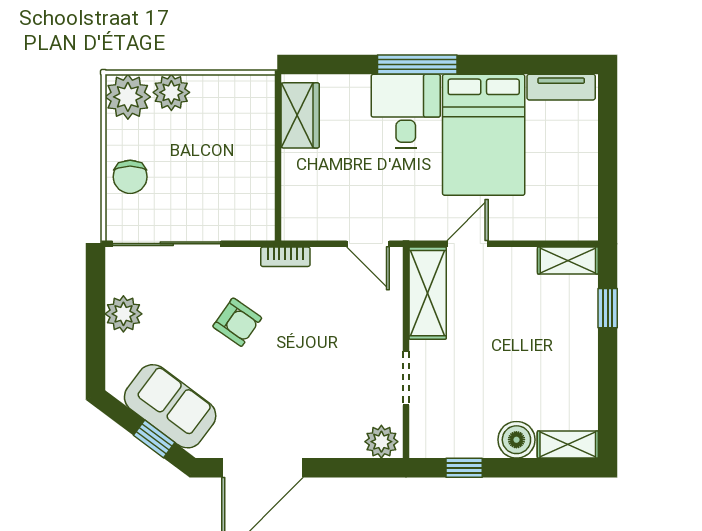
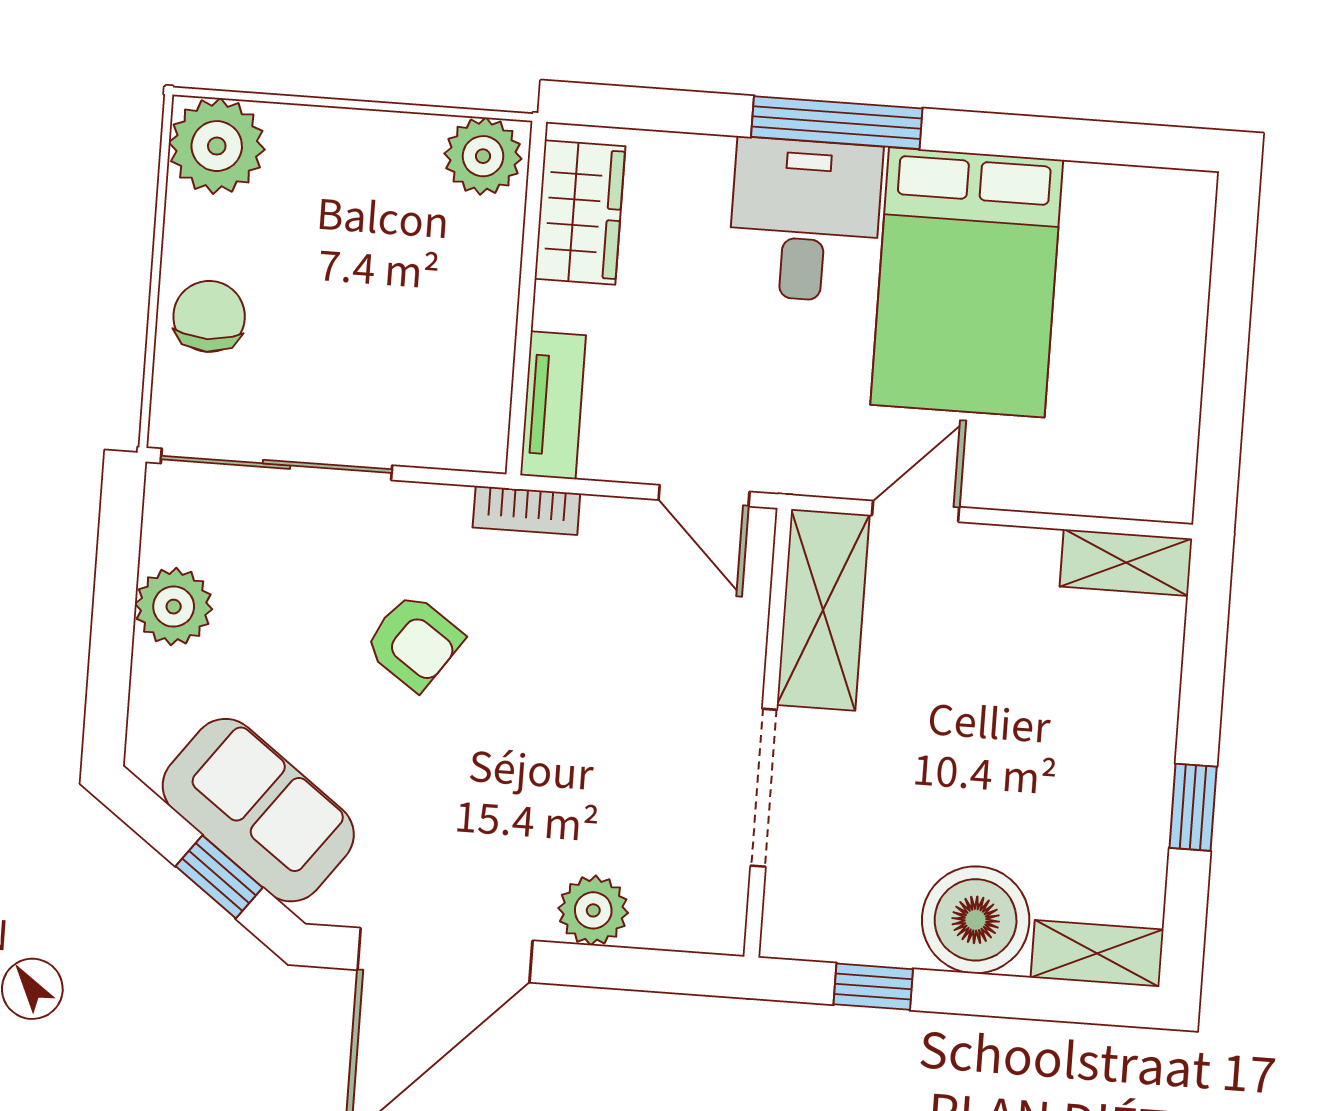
tv unit: (561, 87) -> (553, 405), moved, turned -90
plant: (171, 92) -> (483, 156), moved
chair: (130, 177) -> (209, 316), turned 180
window: (608, 308) -> (1193, 807), moved
doorway: (406, 378) -> (764, 788), width x1.38
boiler: (516, 440) -> (976, 920), width x1.37, depth x1.37
plant: (381, 442) -> (593, 910), moved

